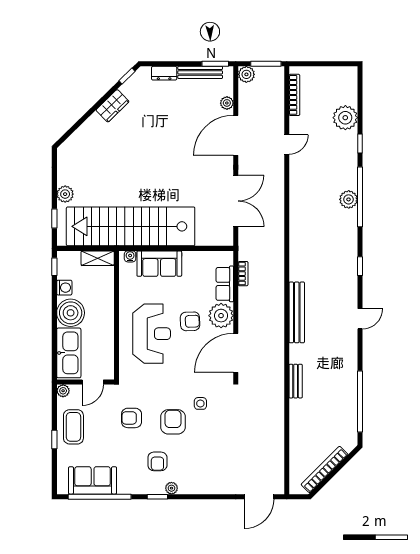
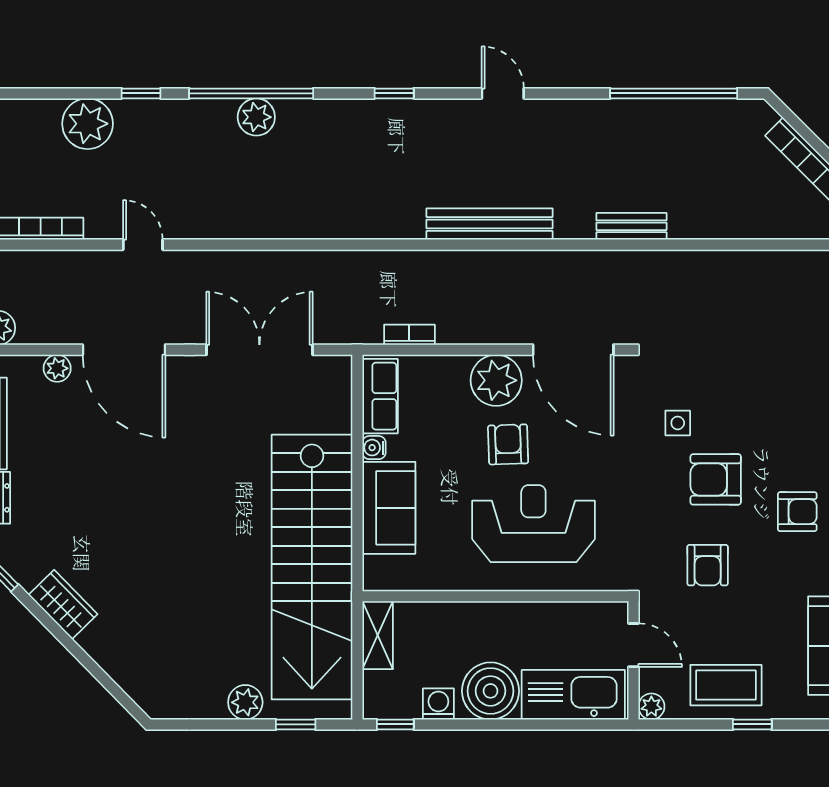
water cooler: (130, 256) -> (374, 448), moved
row of seats: (225, 284) -> (380, 396), moved, turned -90

